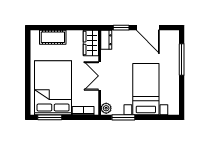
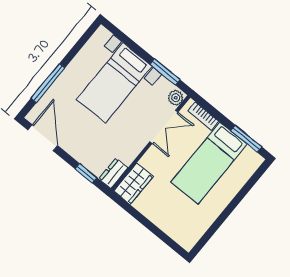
door: (148, 28) -> (43, 138), moved
cot: (53, 37) -> (170, 225), removed
double door: (100, 76) -> (164, 127), moved
bed: (53, 88) -> (209, 163), width x0.67

